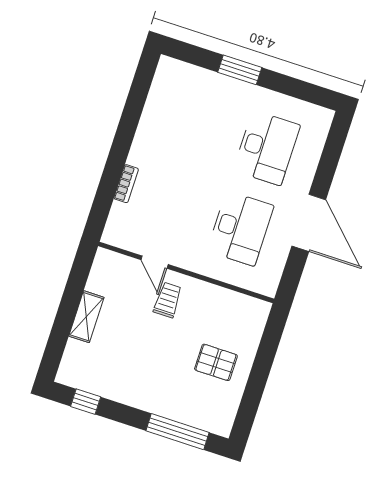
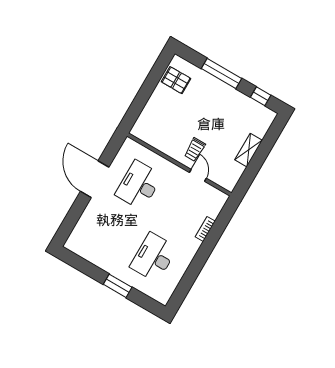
desk: (267, 148) -> (154, 257), moved
pallet: (216, 362) -> (176, 80), moved
window: (177, 432) -> (222, 73), moved

